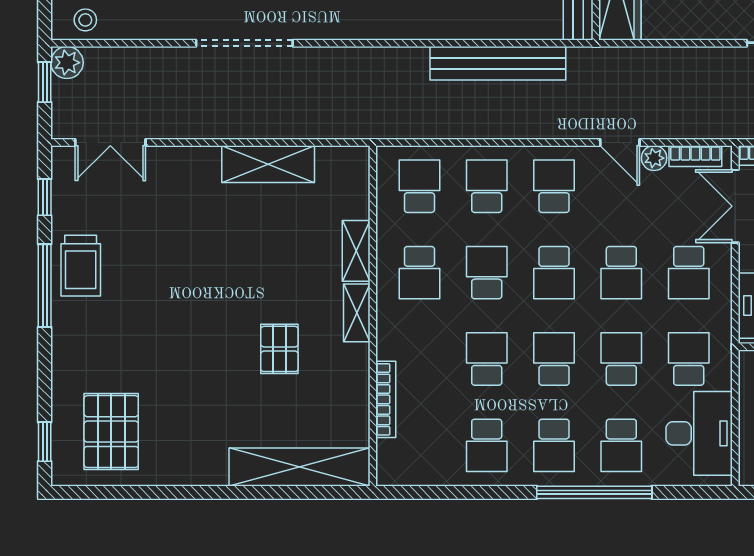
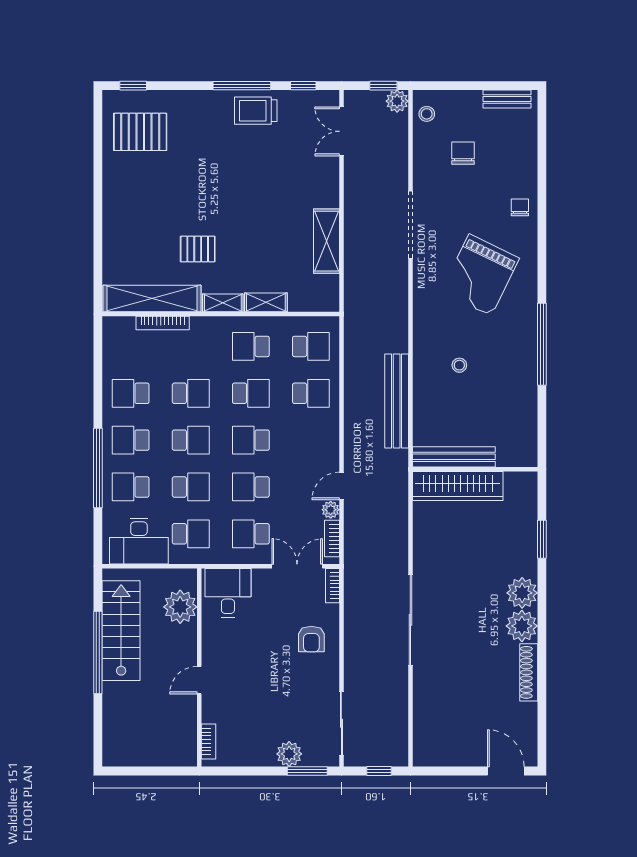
school desk: (554, 186) -> (311, 440), removed
shelving: (299, 467) -> (152, 299), moved, turned 90

